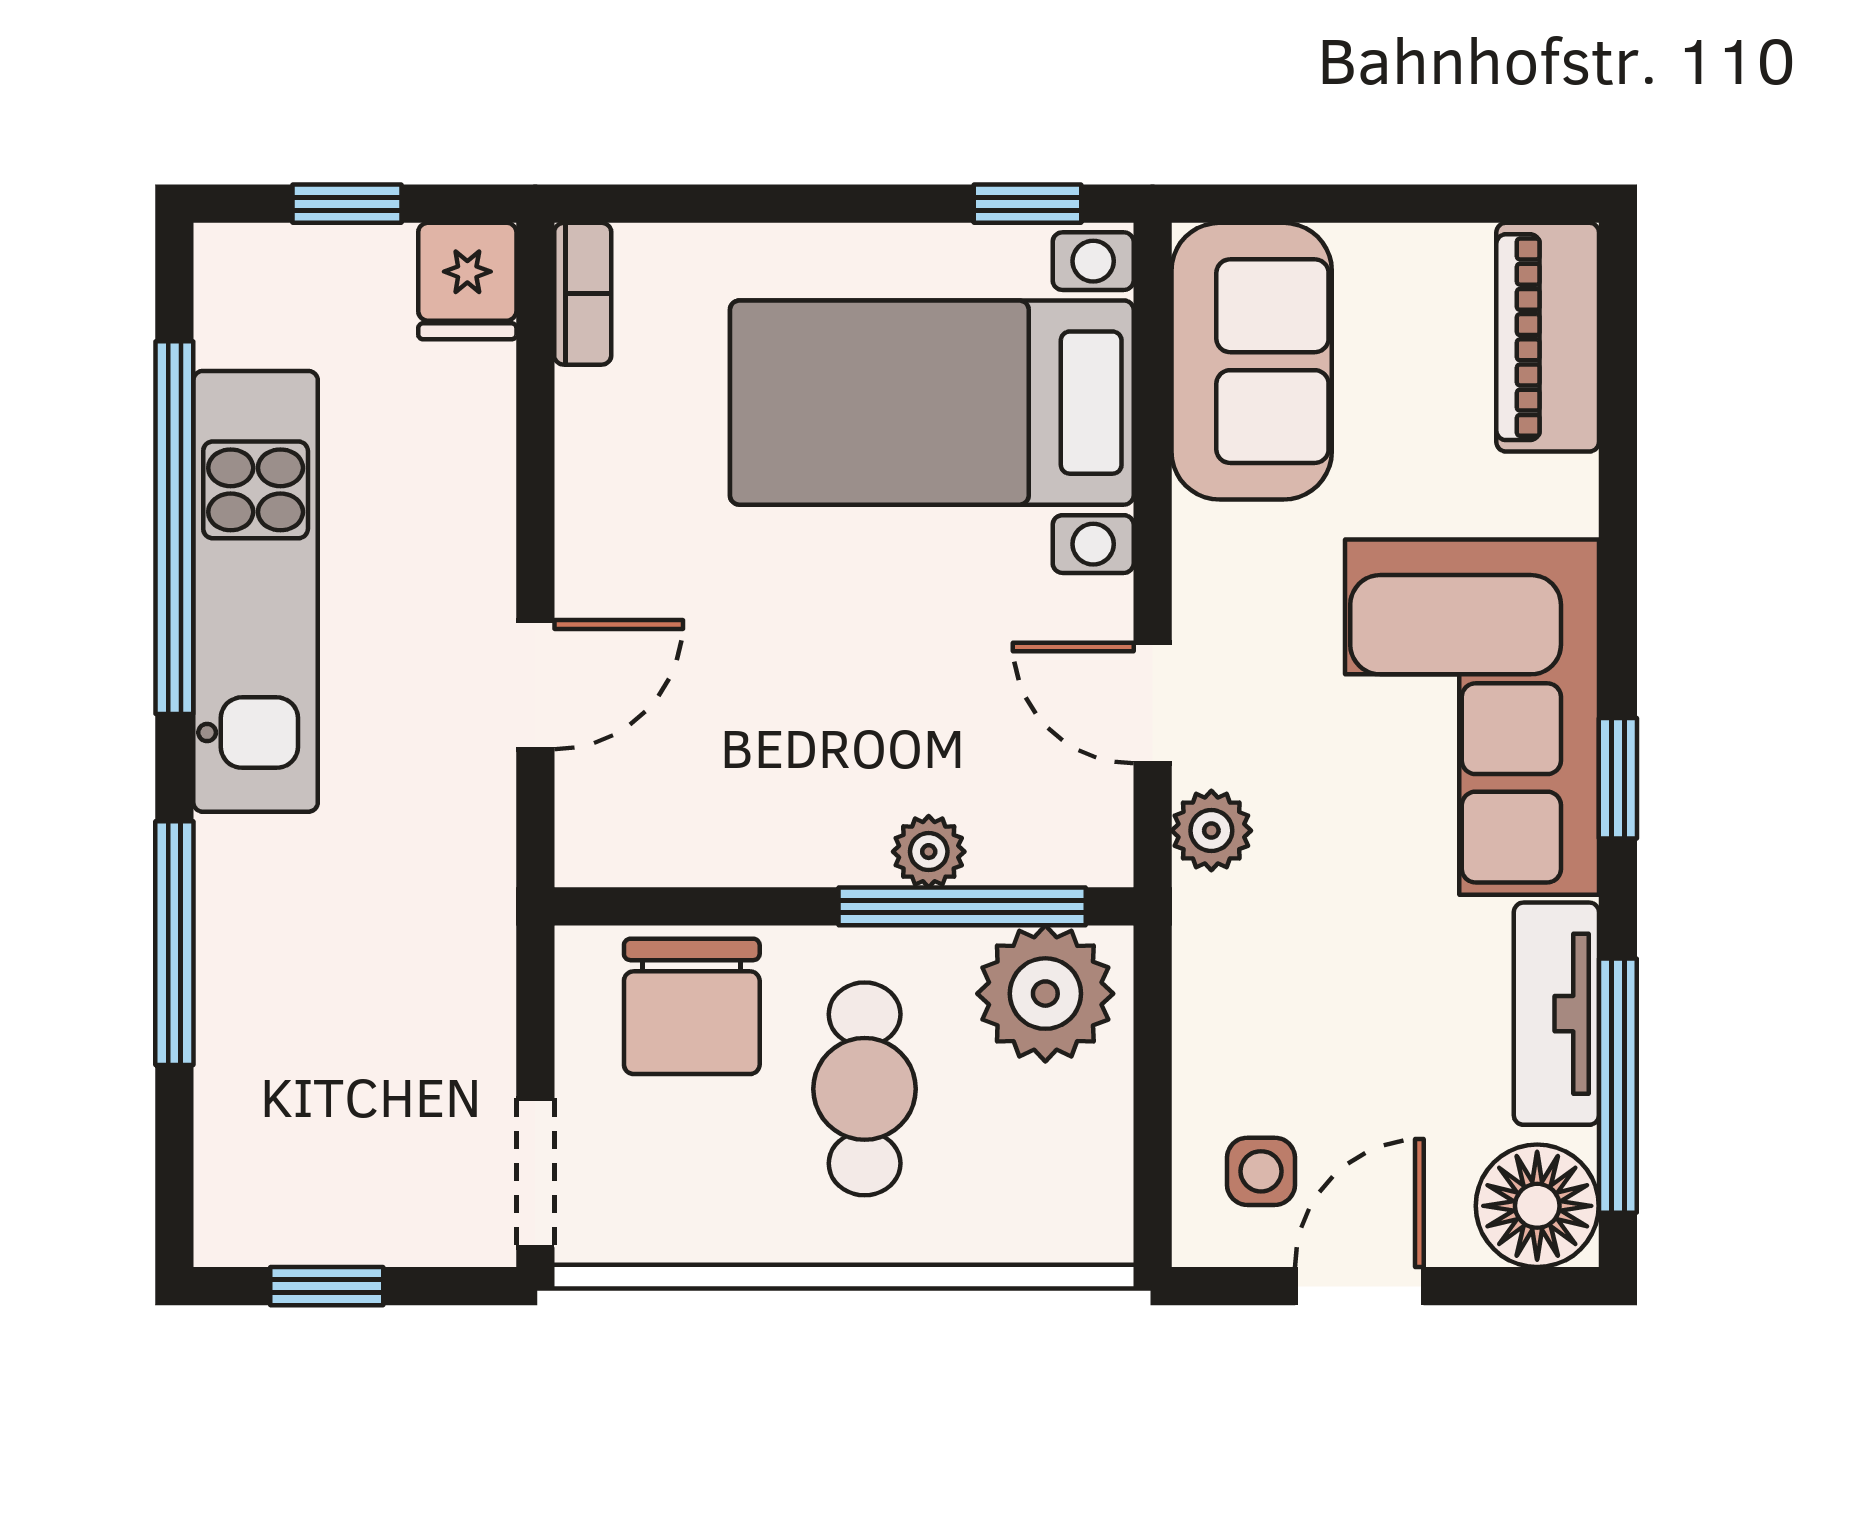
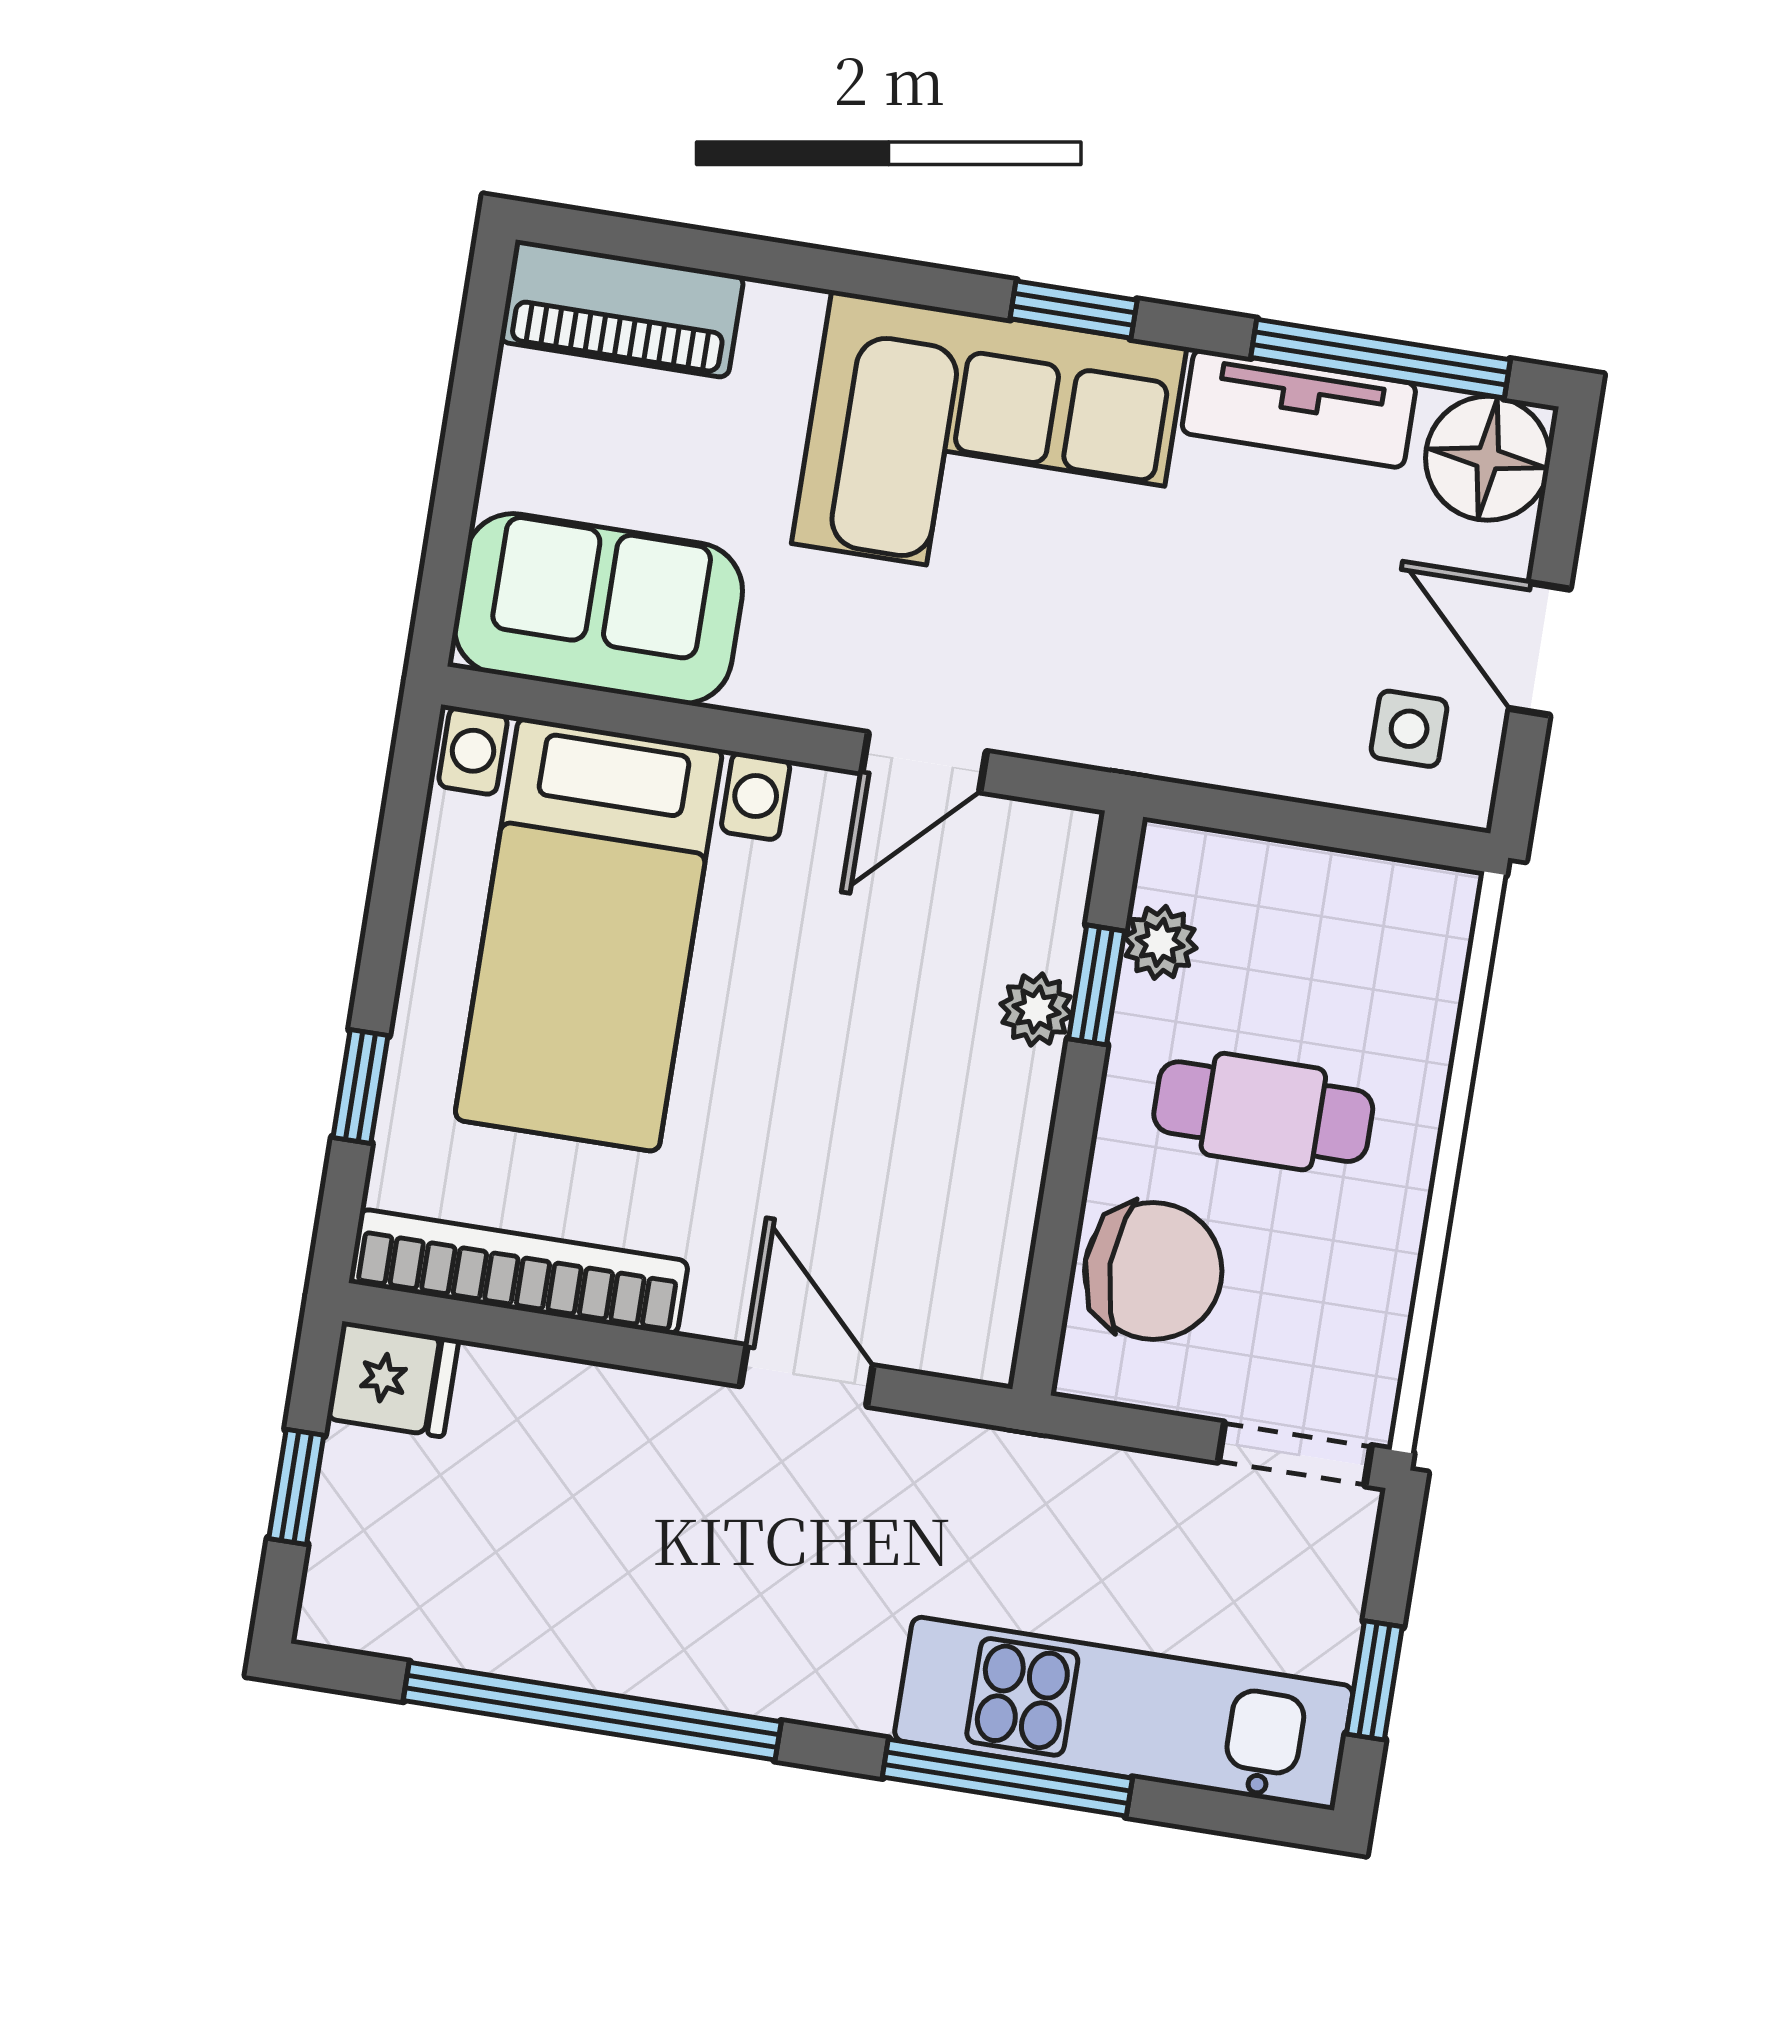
window: (1028, 204) -> (360, 1086), moved
bookcase: (583, 294) -> (519, 1272), width x2.31, depth x1.31
kitchen unit: (256, 591) -> (1124, 1713), moved
plant: (1211, 831) -> (1061, 724), removed
window: (962, 906) -> (1097, 985), width x0.46
plant: (1045, 994) -> (1160, 942), width x0.53, depth x0.53

